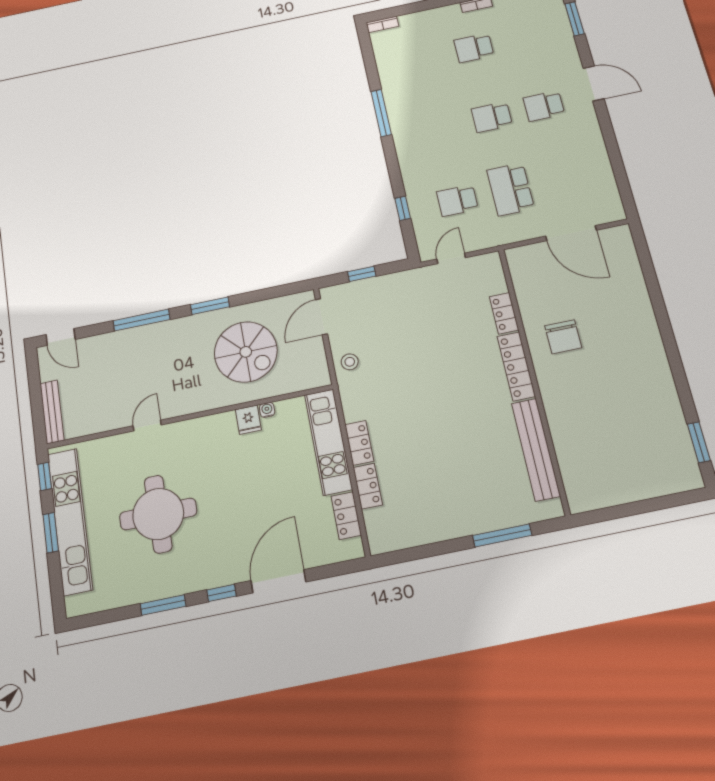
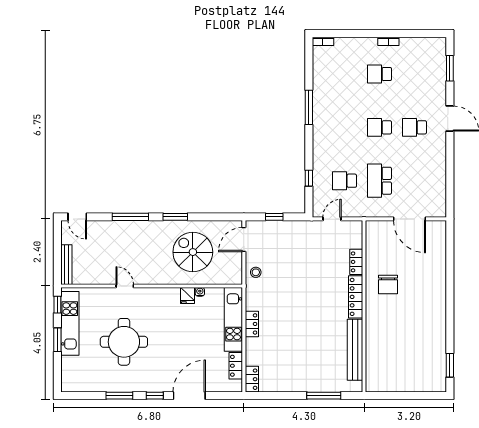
spiral stairs: (246, 352) -> (193, 252), turned 180
door: (147, 425) -> (125, 286), hinge flipped
locker: (368, 486) -> (252, 379), moved
kitchen unit: (70, 521) -> (70, 323), width x0.73

